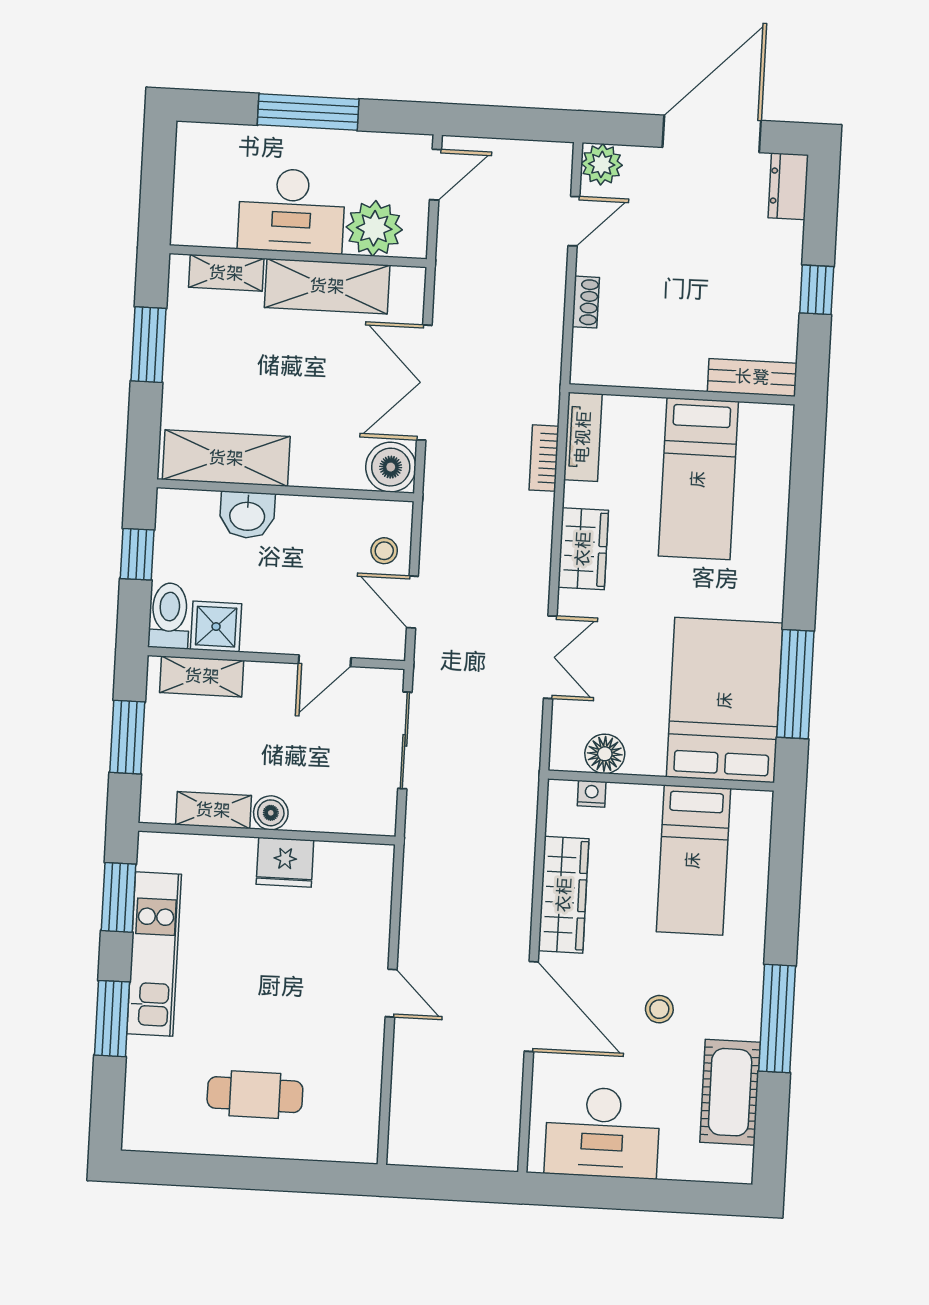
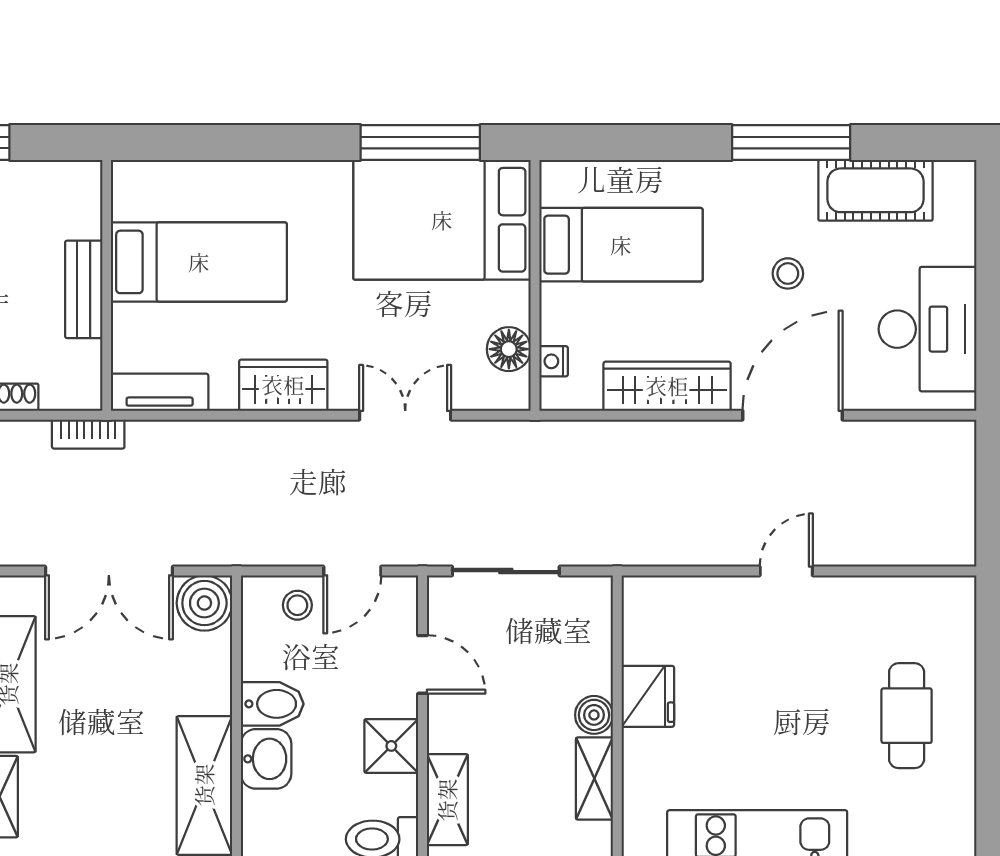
bench: (752, 377) -> (84, 289), moved
bookcase: (544, 458) -> (88, 434), moved
bidet: (296, 523) -> (272, 704), added
shower: (216, 627) -> (391, 746), moved

